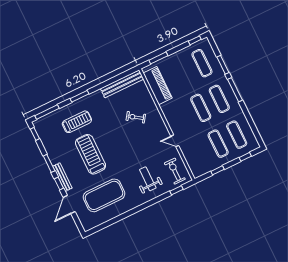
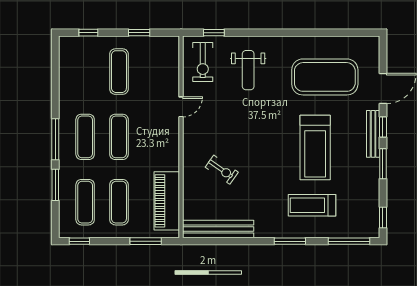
exercise mat: (237, 135) -> (119, 202), moved
door: (175, 141) -> (181, 107), hinge flipped

